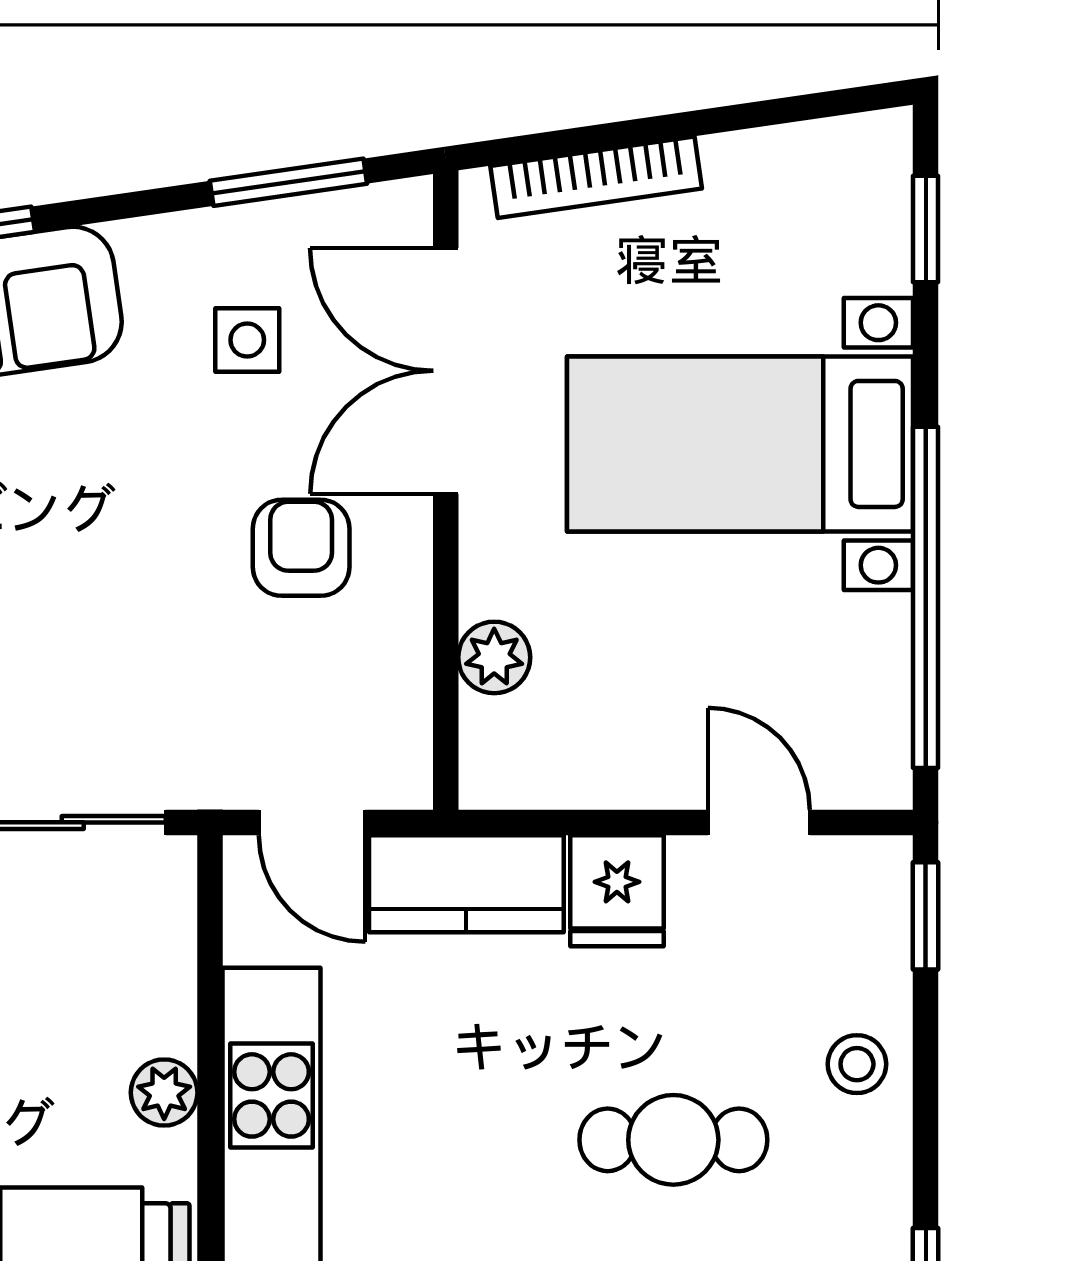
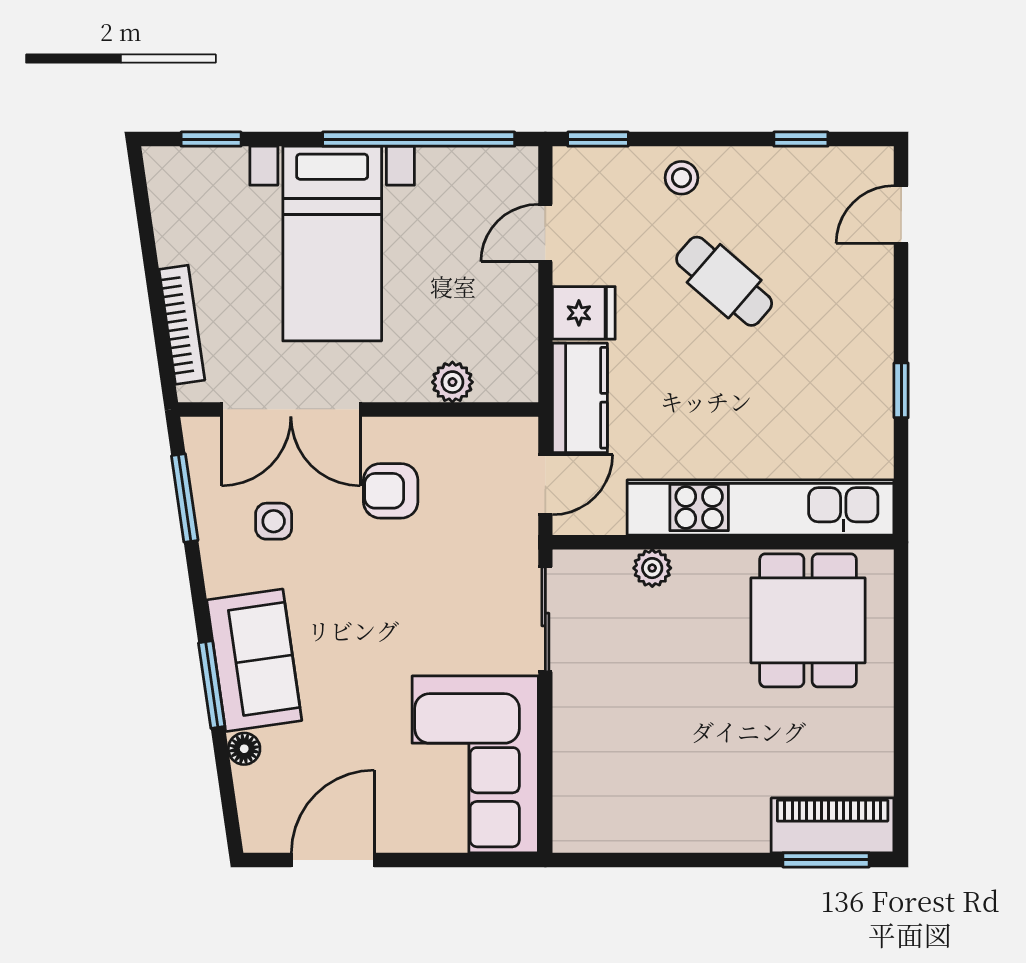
plant: (164, 1093) -> (652, 568), moved
cafe table: (673, 1140) -> (724, 281), turned -49

